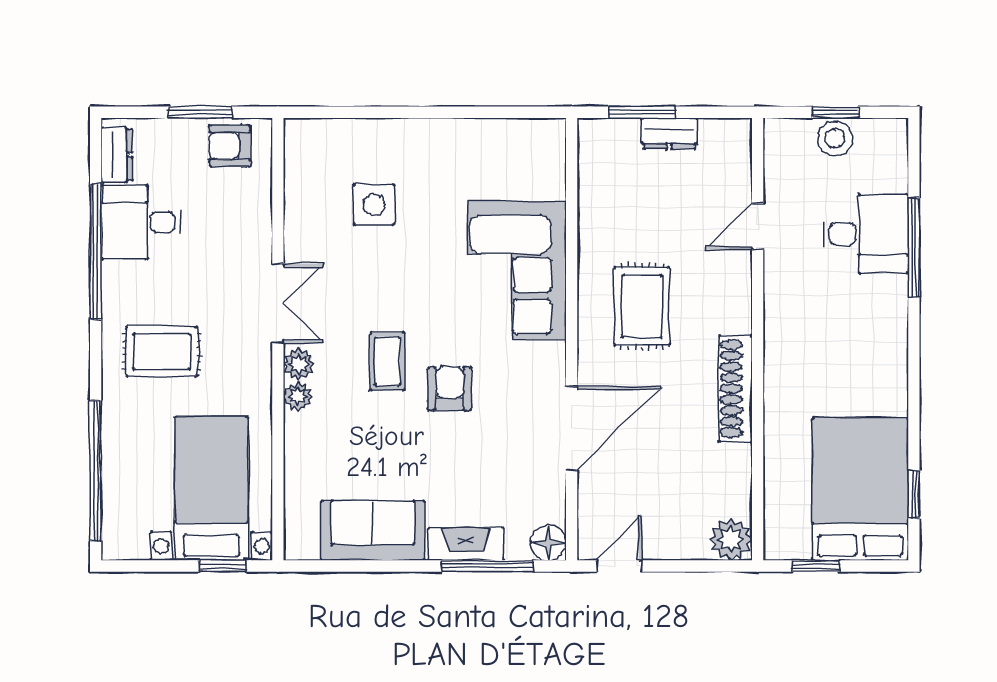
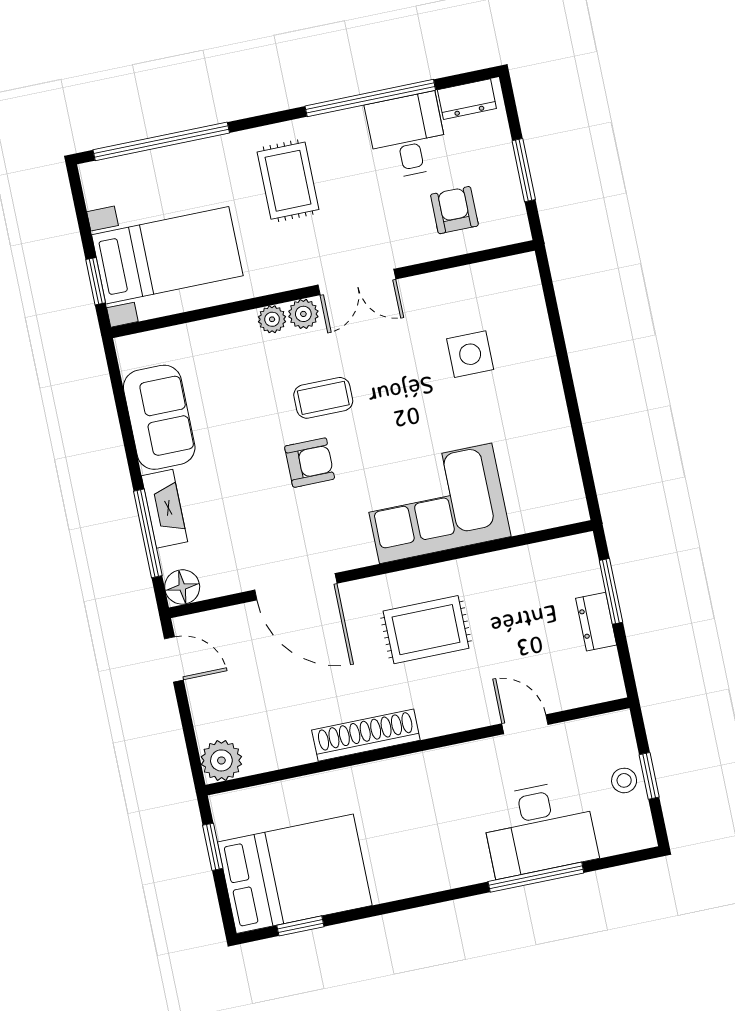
stool: (835, 138) -> (624, 780), width x0.73, depth x0.73
armchair: (230, 146) -> (454, 210), moved
desk: (866, 234) -> (539, 828), width x1.37

